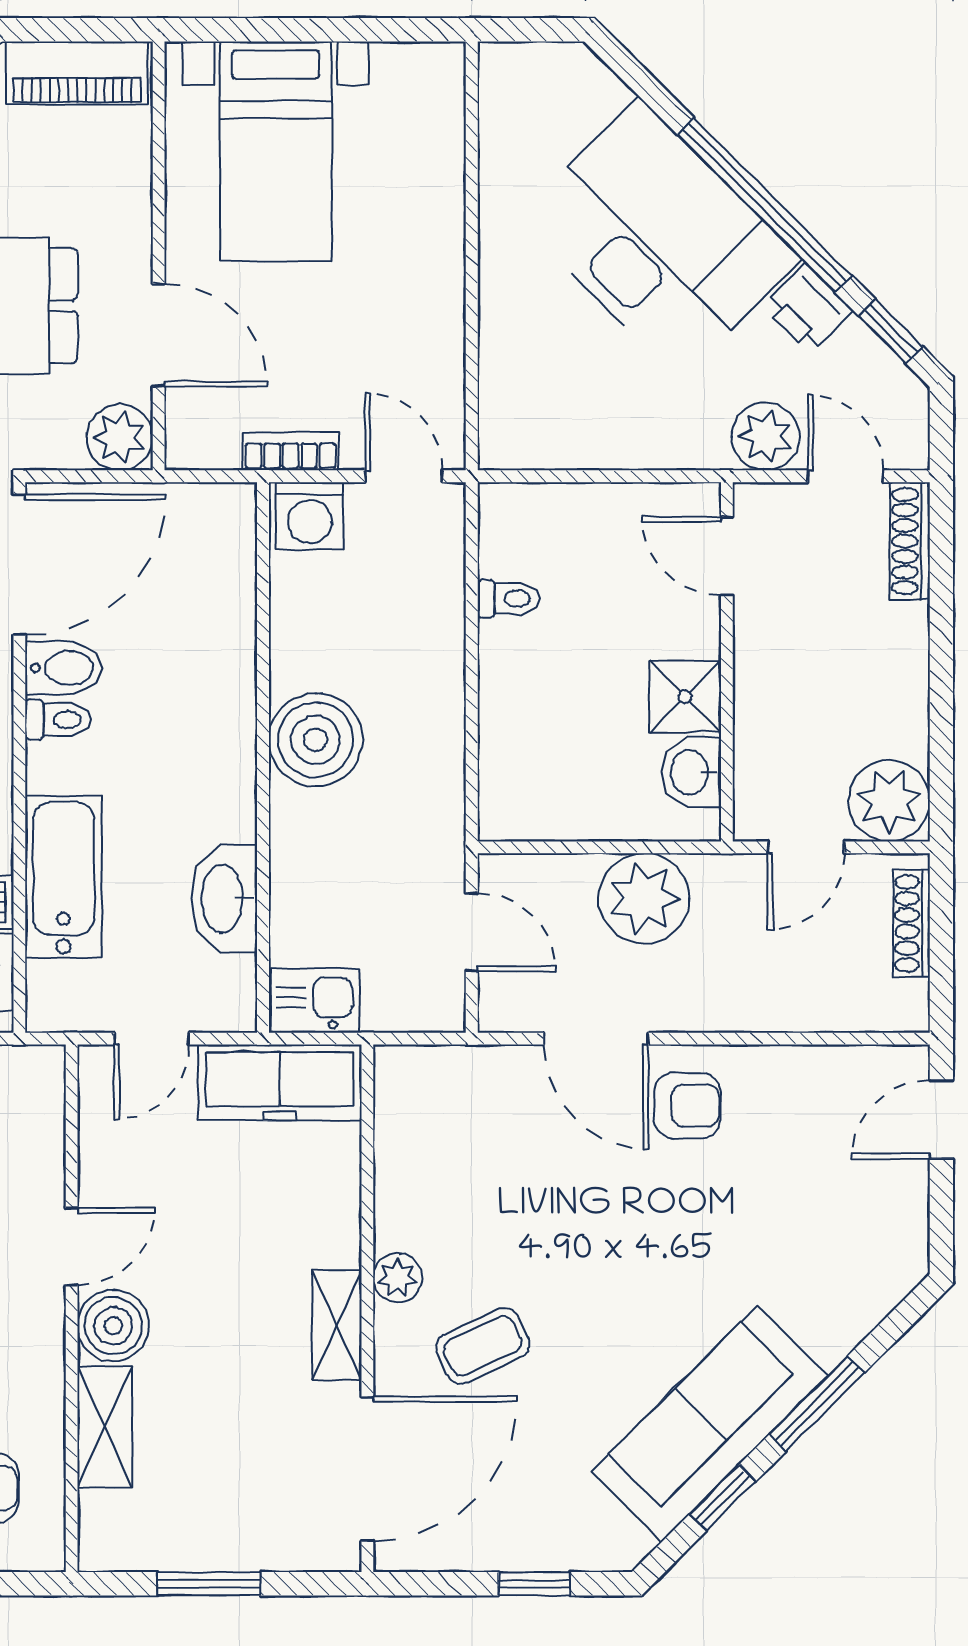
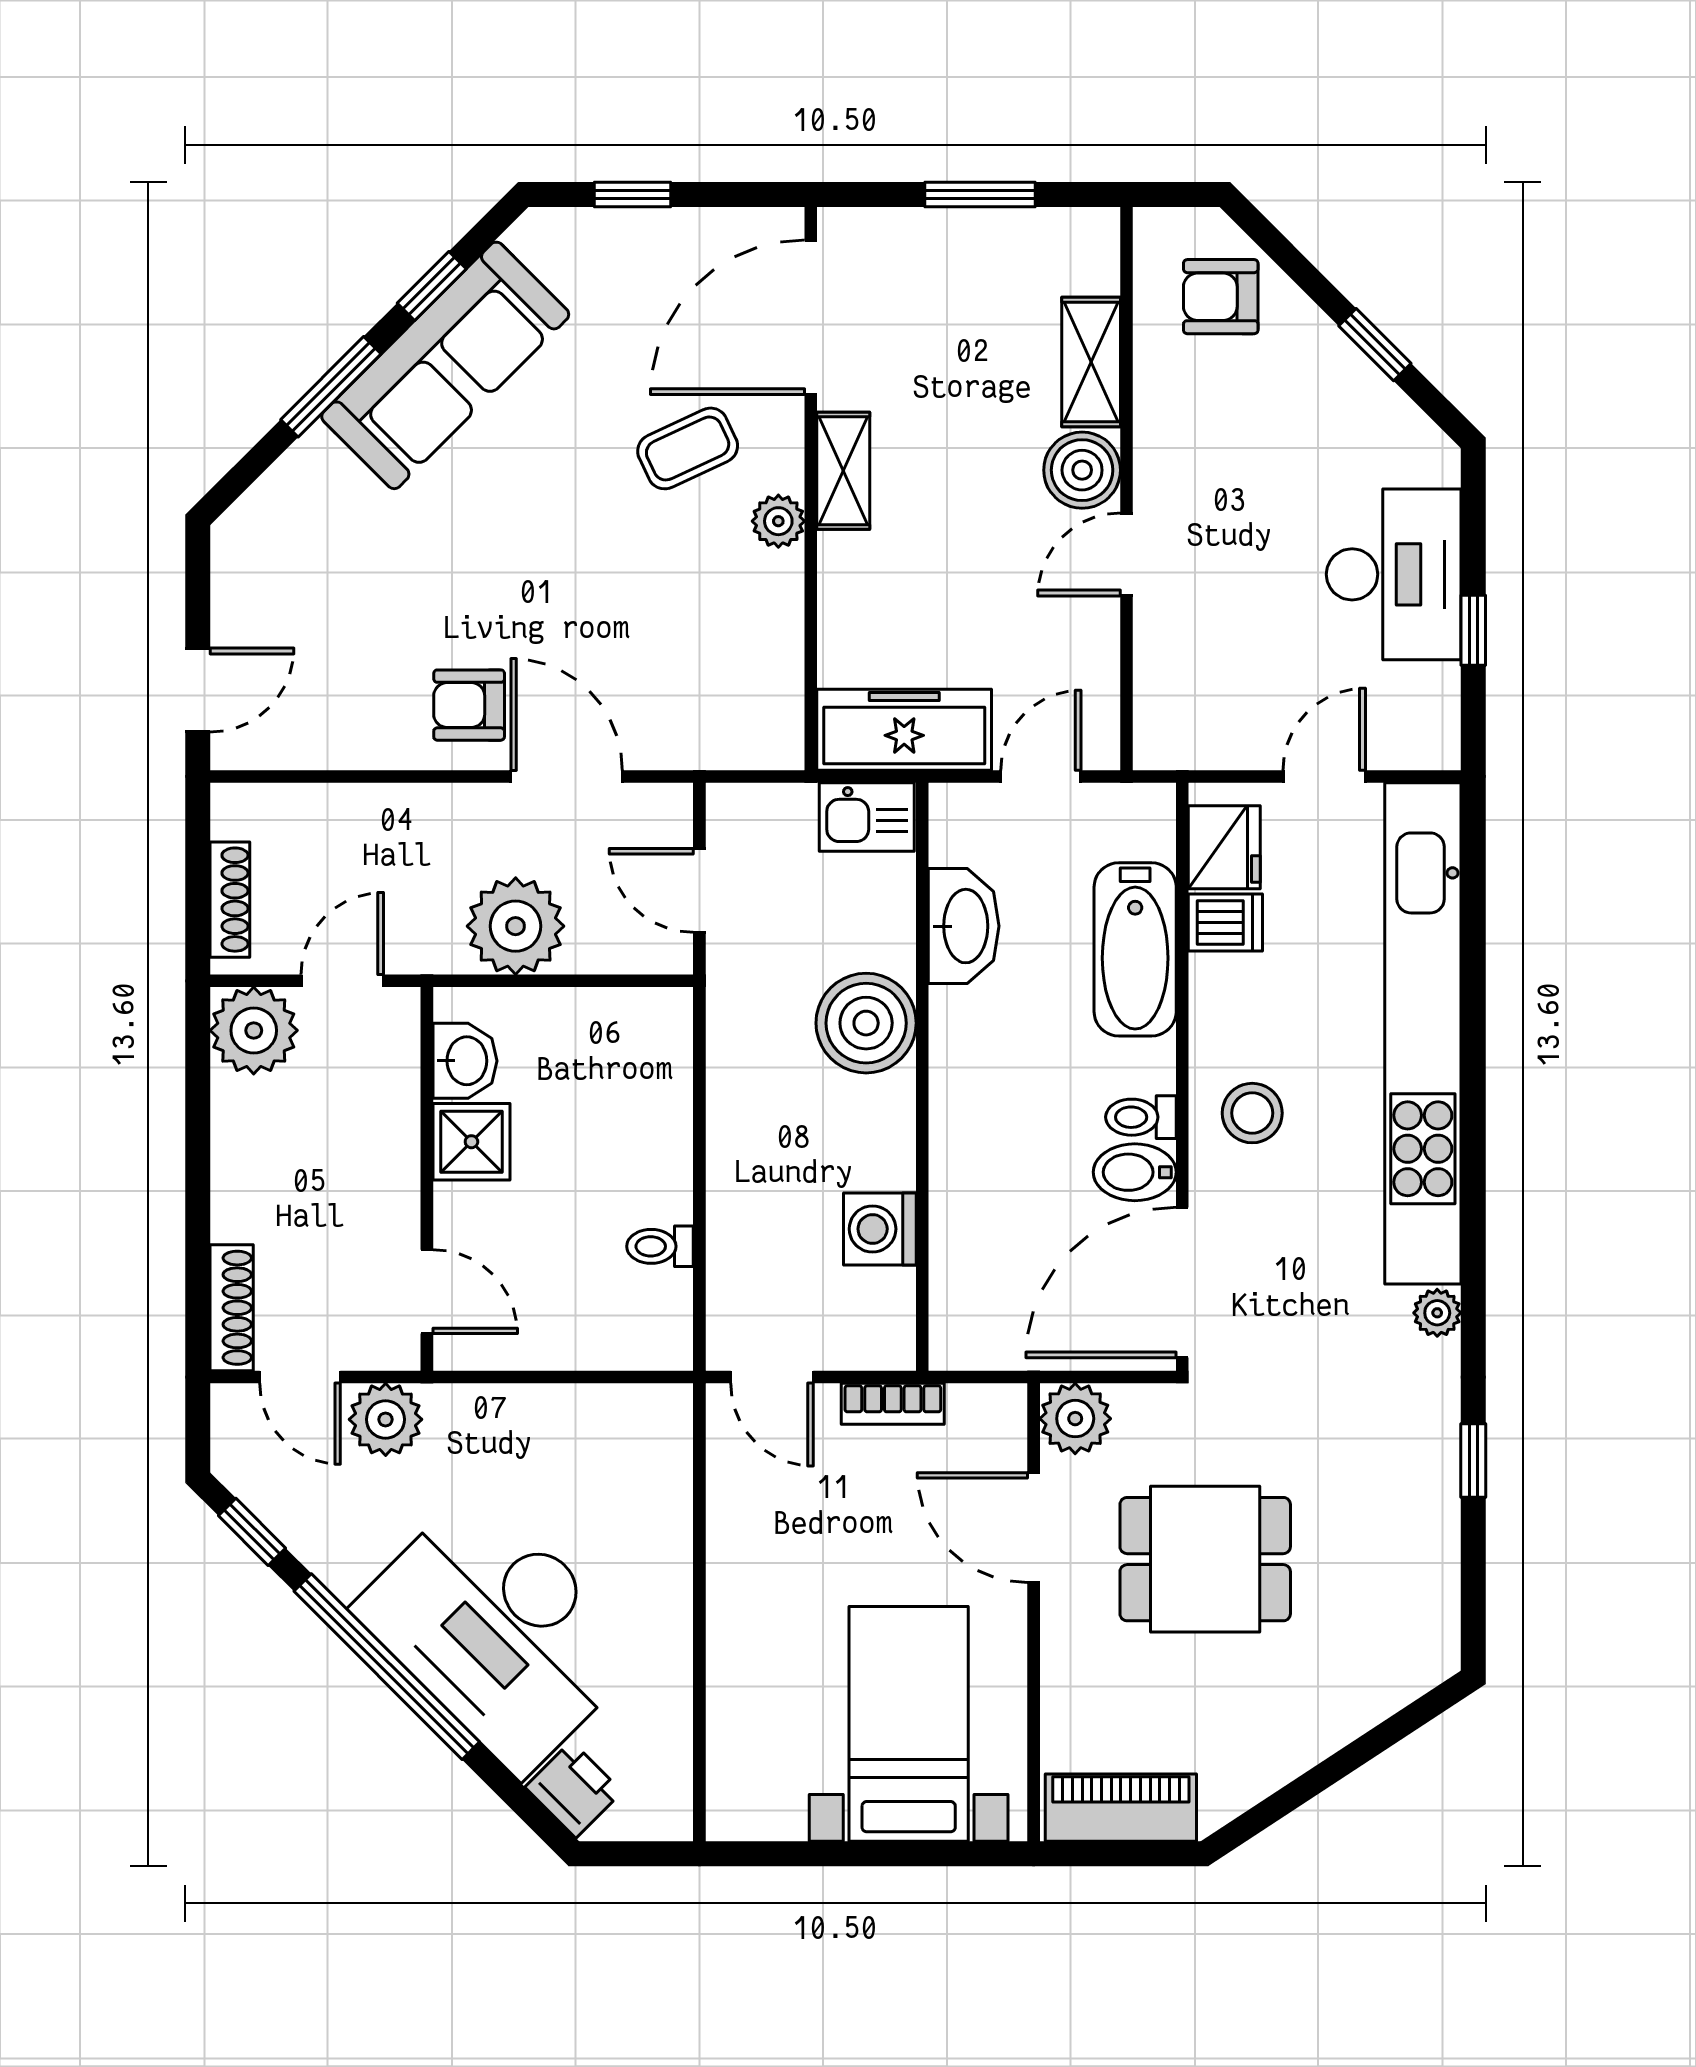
printer: (808, 308) -> (574, 1789), moved
washing machine: (310, 516) -> (880, 1229), moved, turned -90
boiler: (316, 740) -> (866, 1023), moved

